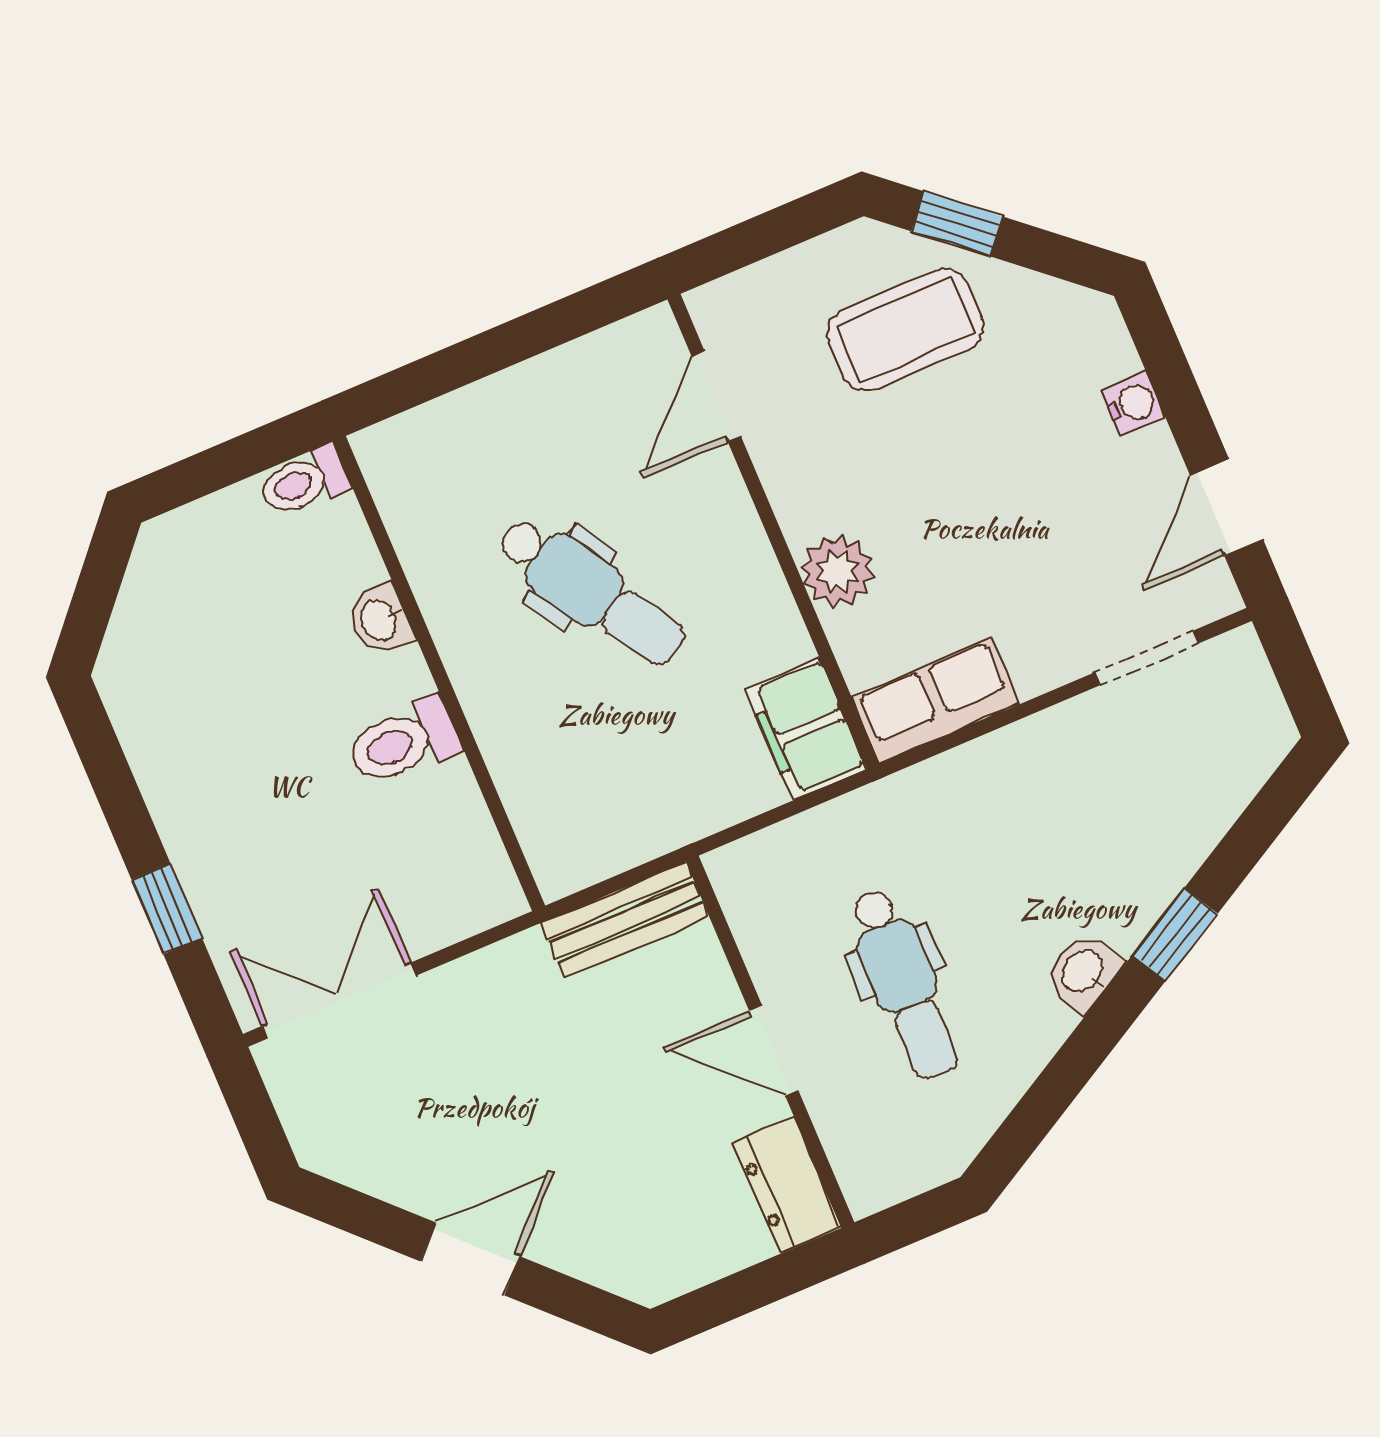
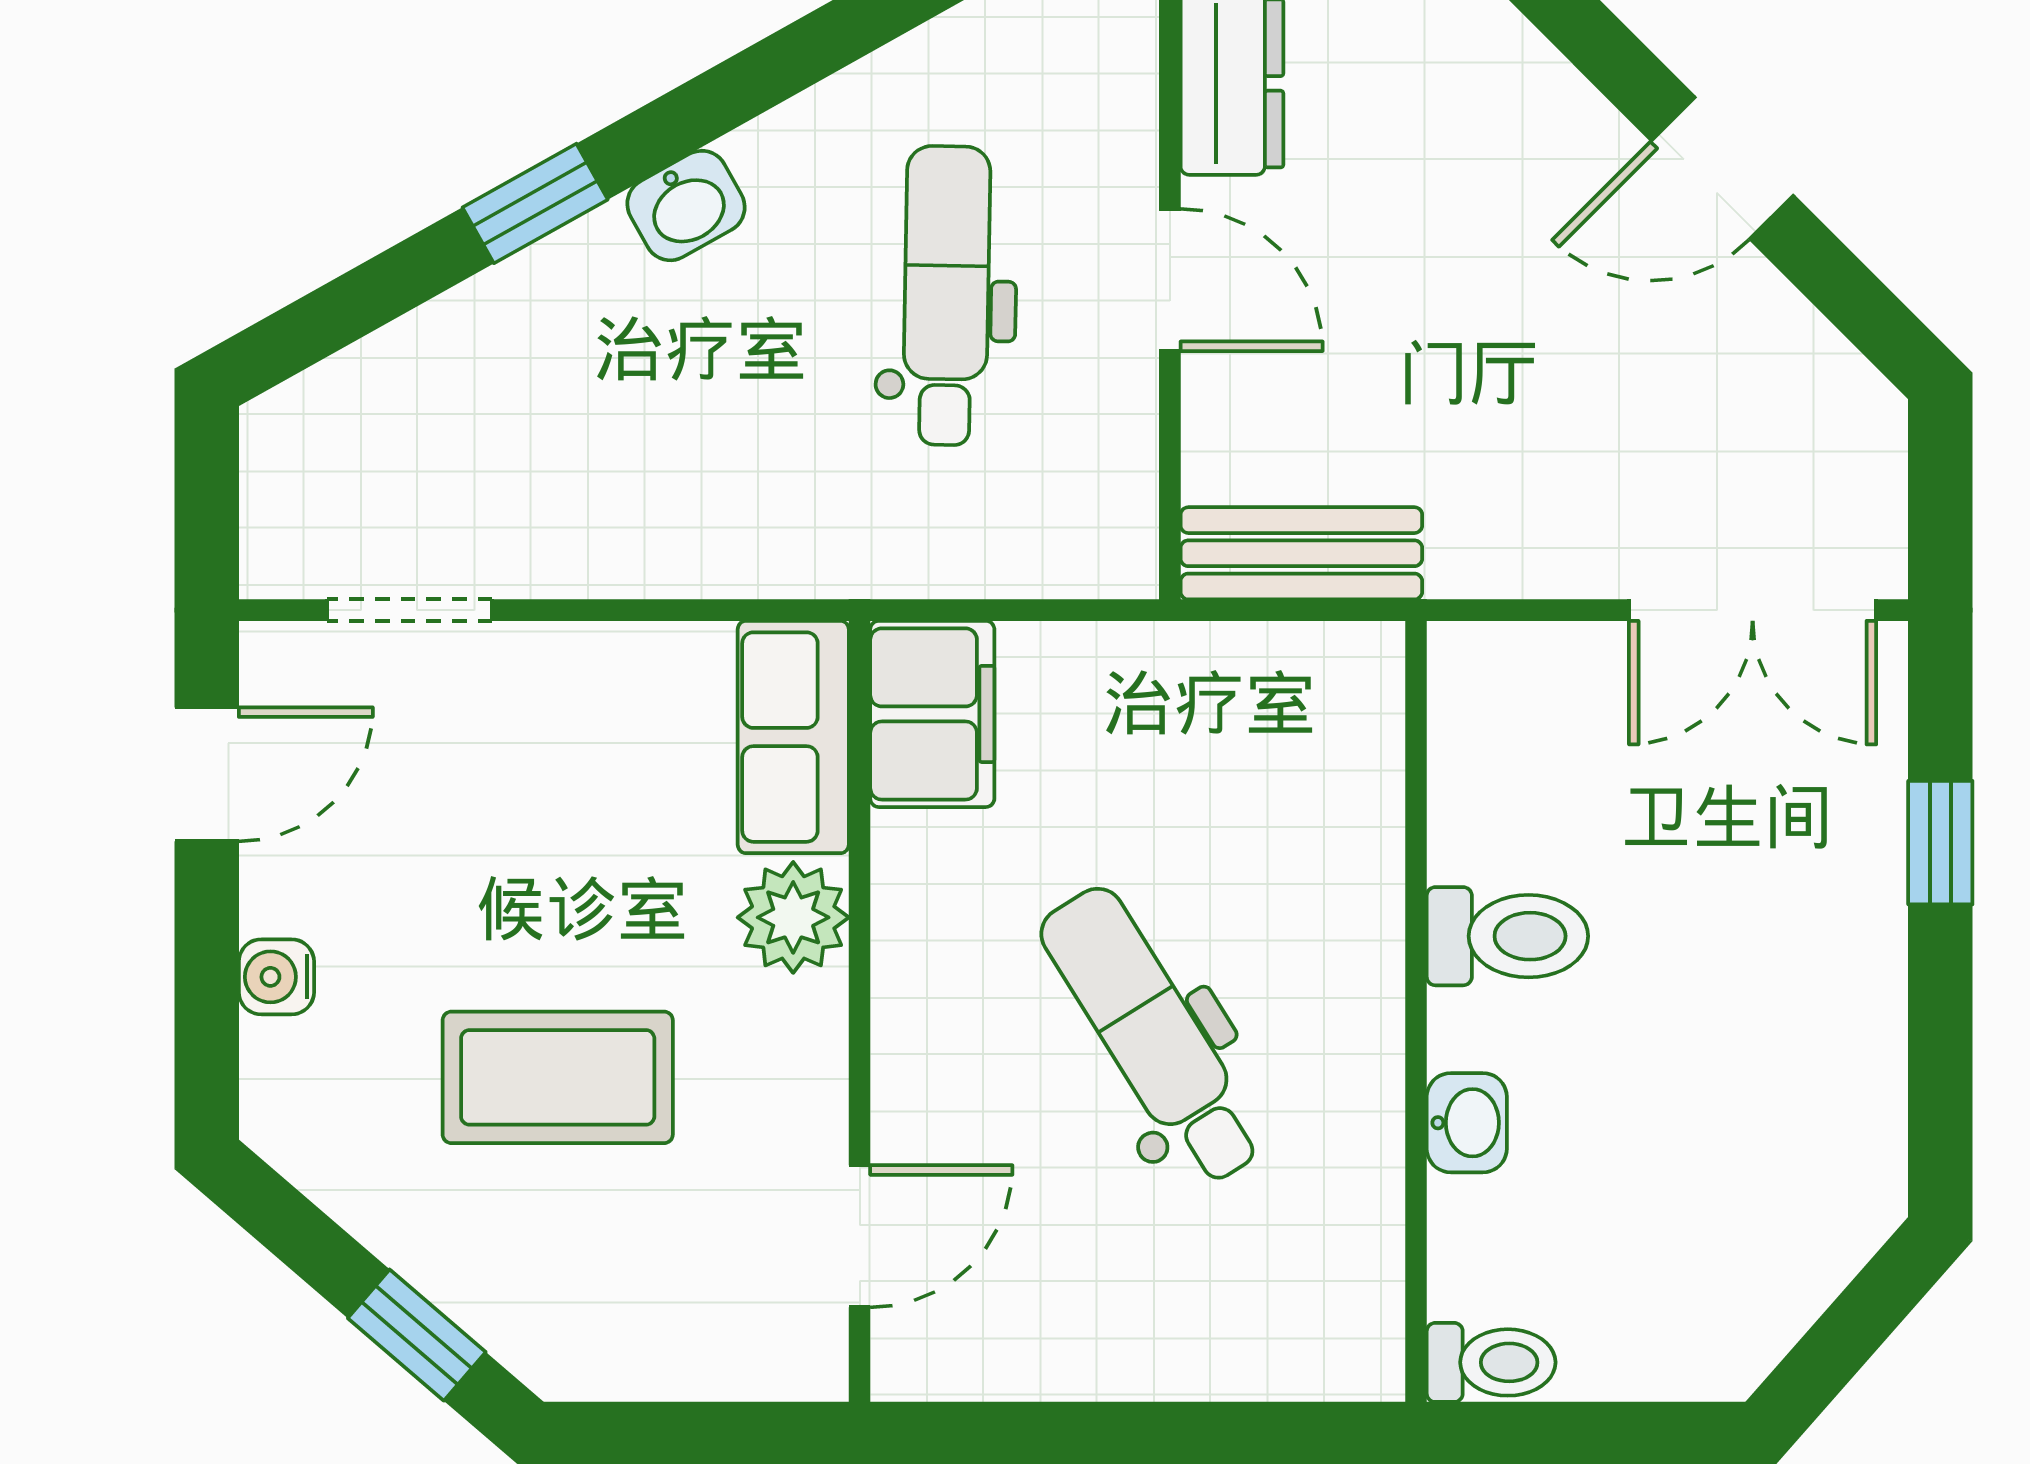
coffee table: (906, 330) -> (558, 1077), moved
row of seats: (935, 701) -> (793, 737), moved, turned 90

